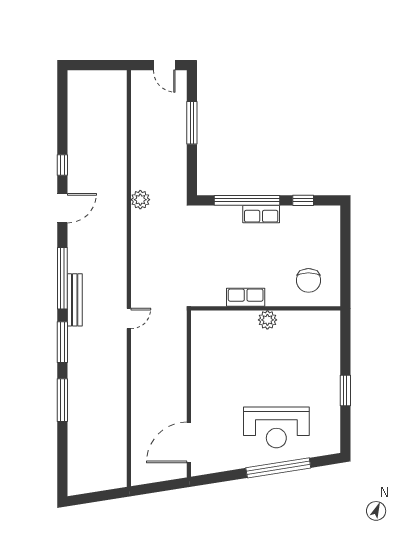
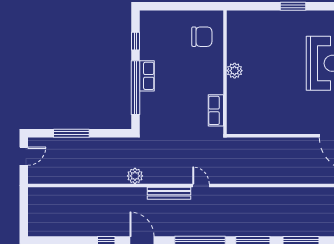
row of seats: (246, 297) -> (216, 110), moved
bench: (75, 300) -> (169, 193), moved
door: (129, 319) -> (201, 185), moved

